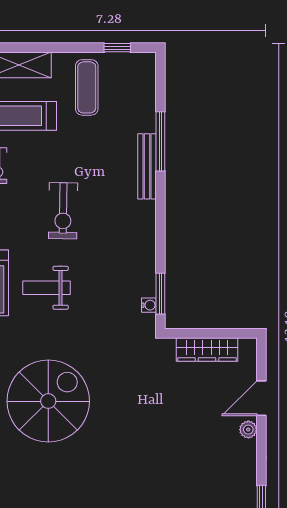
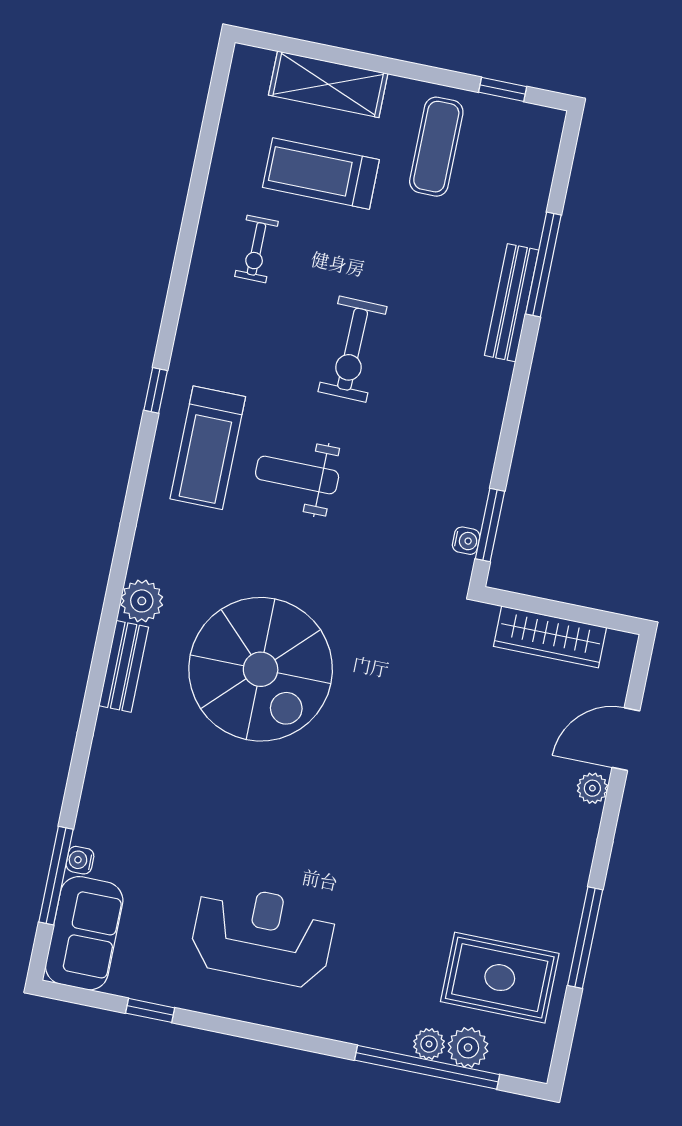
spiral stairs: (48, 401) -> (261, 669), turned 90

